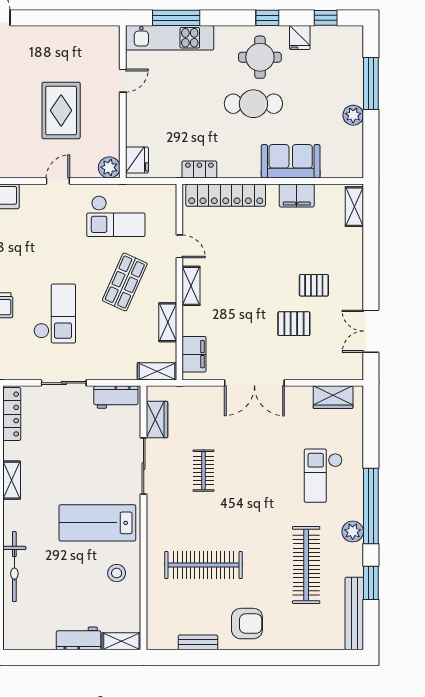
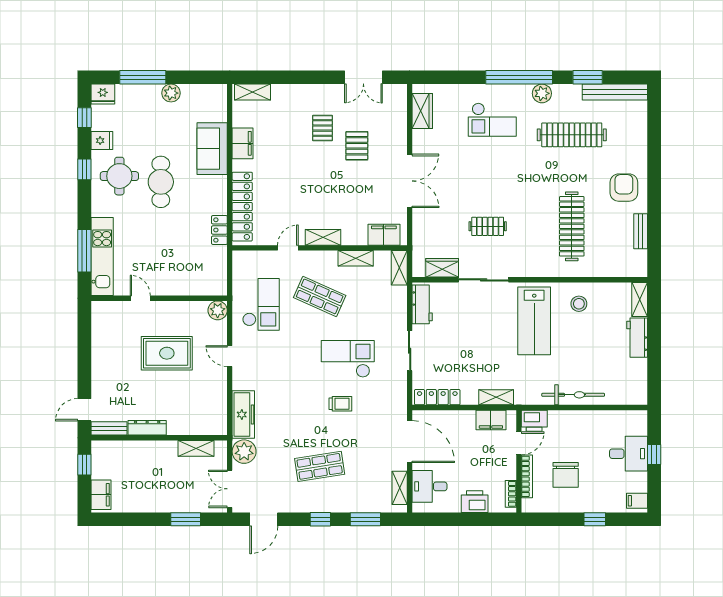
fridge: (137, 160) -> (103, 94), moved, turned 180

